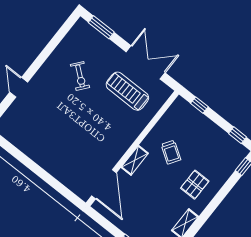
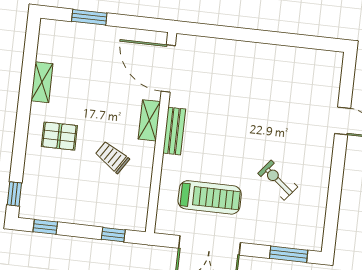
bench: (124, 144) -> (174, 131), added
pallet: (195, 185) -> (59, 136), turned 90

